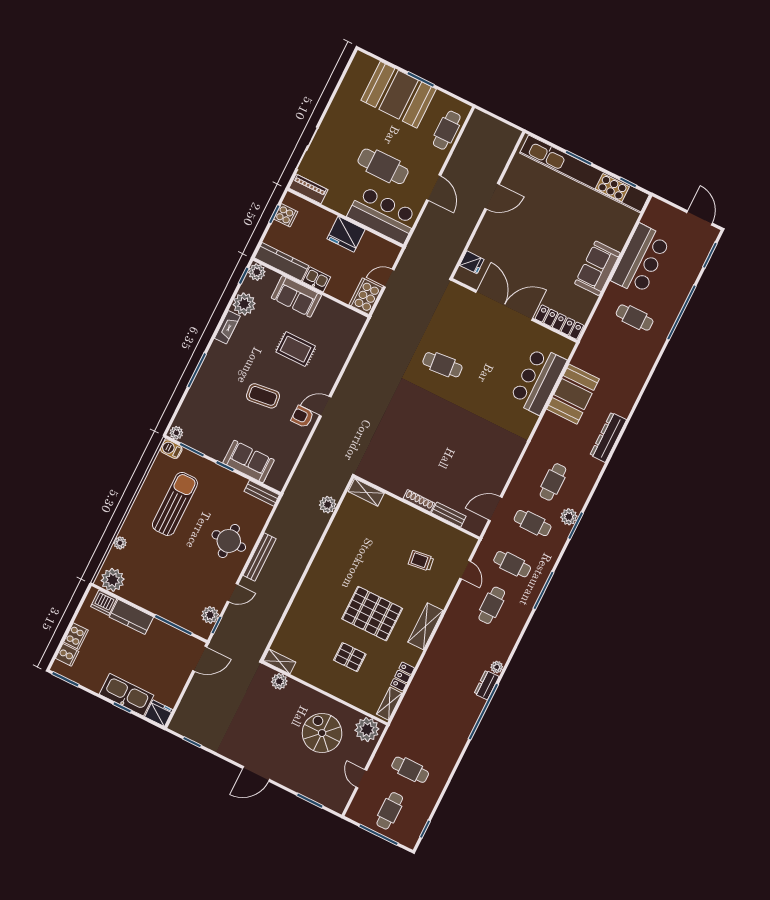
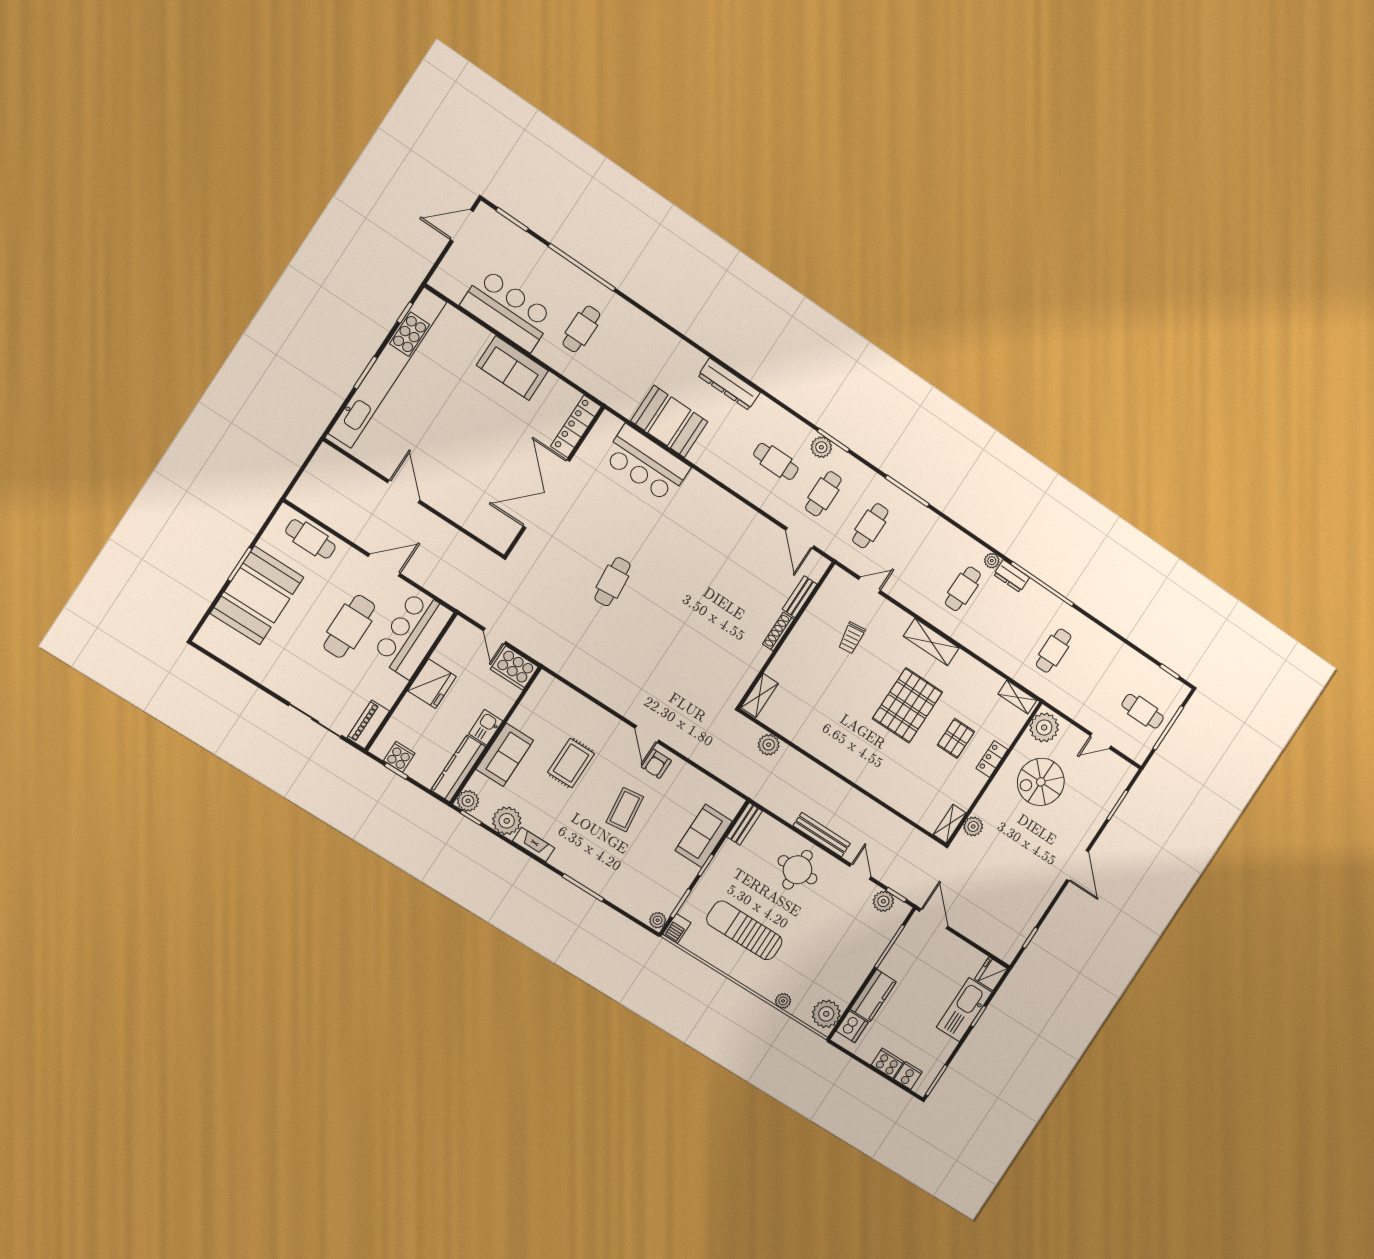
fridge: (472, 262) -> (486, 528), removed
cafe table: (492, 605) -> (963, 589), moved, turned 90
locker: (403, 676) -> (992, 759), moved, turned 90
cafe table: (410, 770) -> (1054, 651), moved

